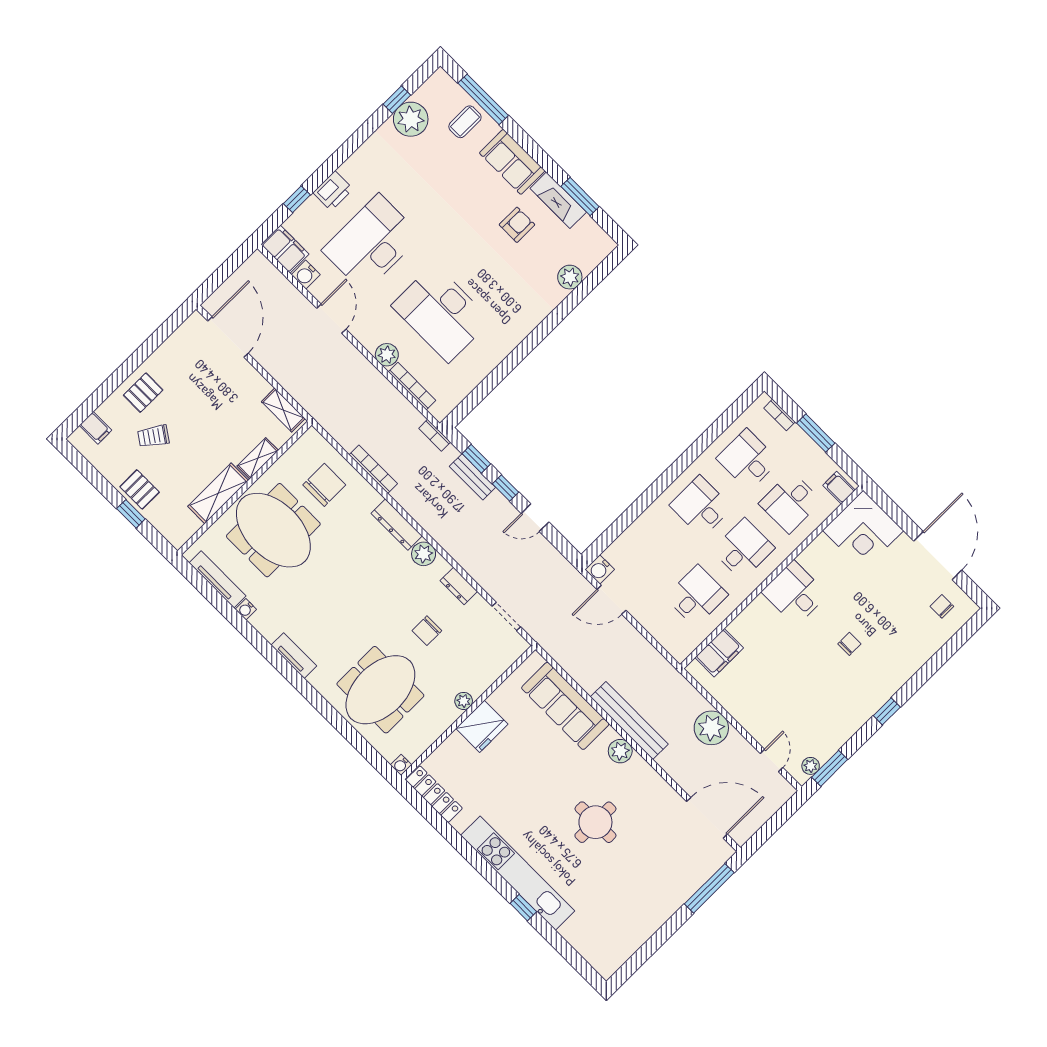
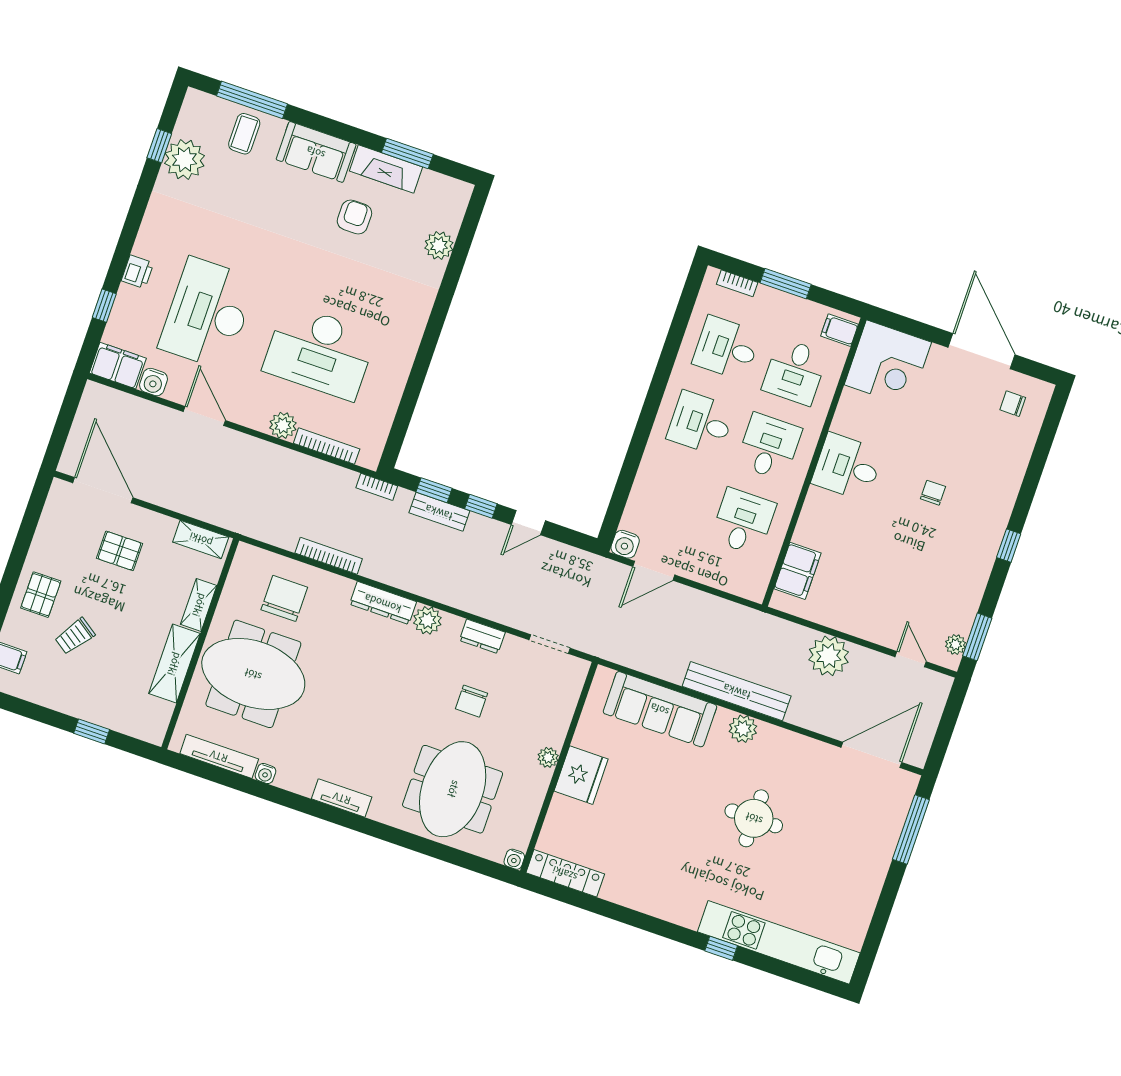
printer: (333, 191) -> (137, 272), width x0.73, depth x0.81
pallet: (140, 489) -> (120, 551), moved
kitchen unit: (518, 873) -> (779, 942), moved

